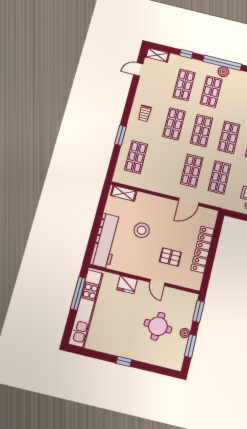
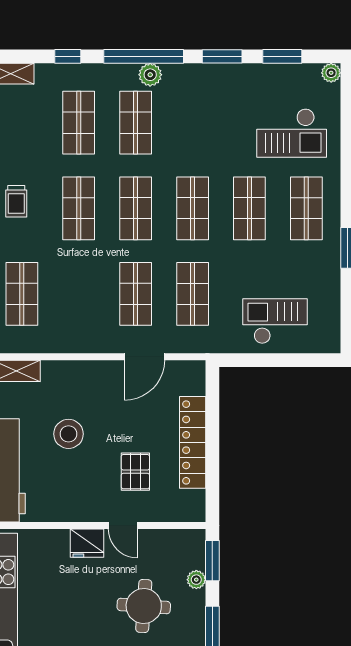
pallet: (170, 257) -> (135, 472), turned 90
fridge: (127, 285) -> (87, 543), moved
plant: (185, 333) -> (196, 580), moved

